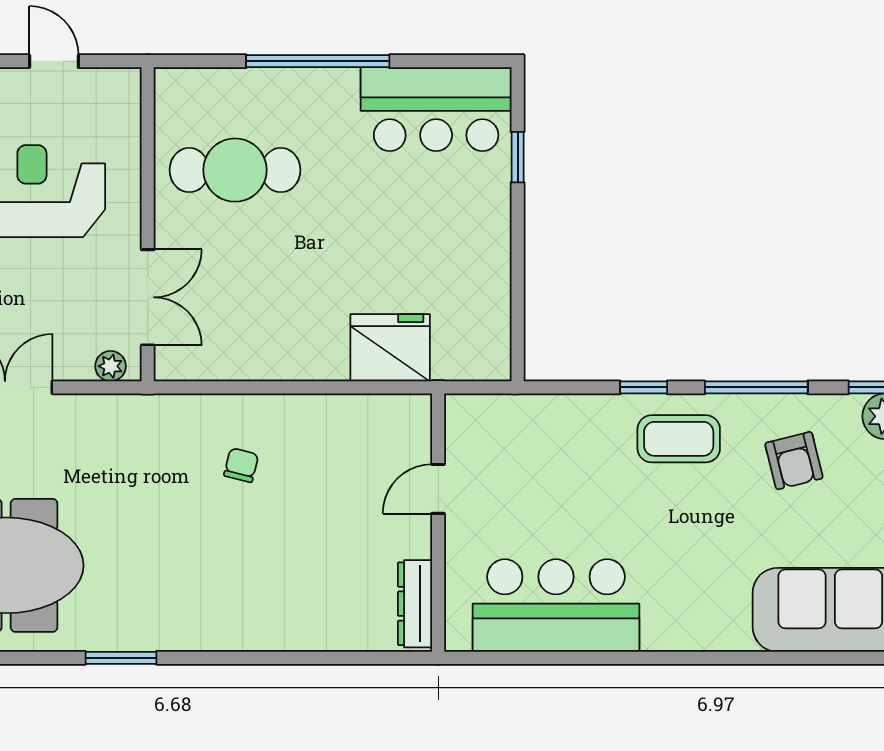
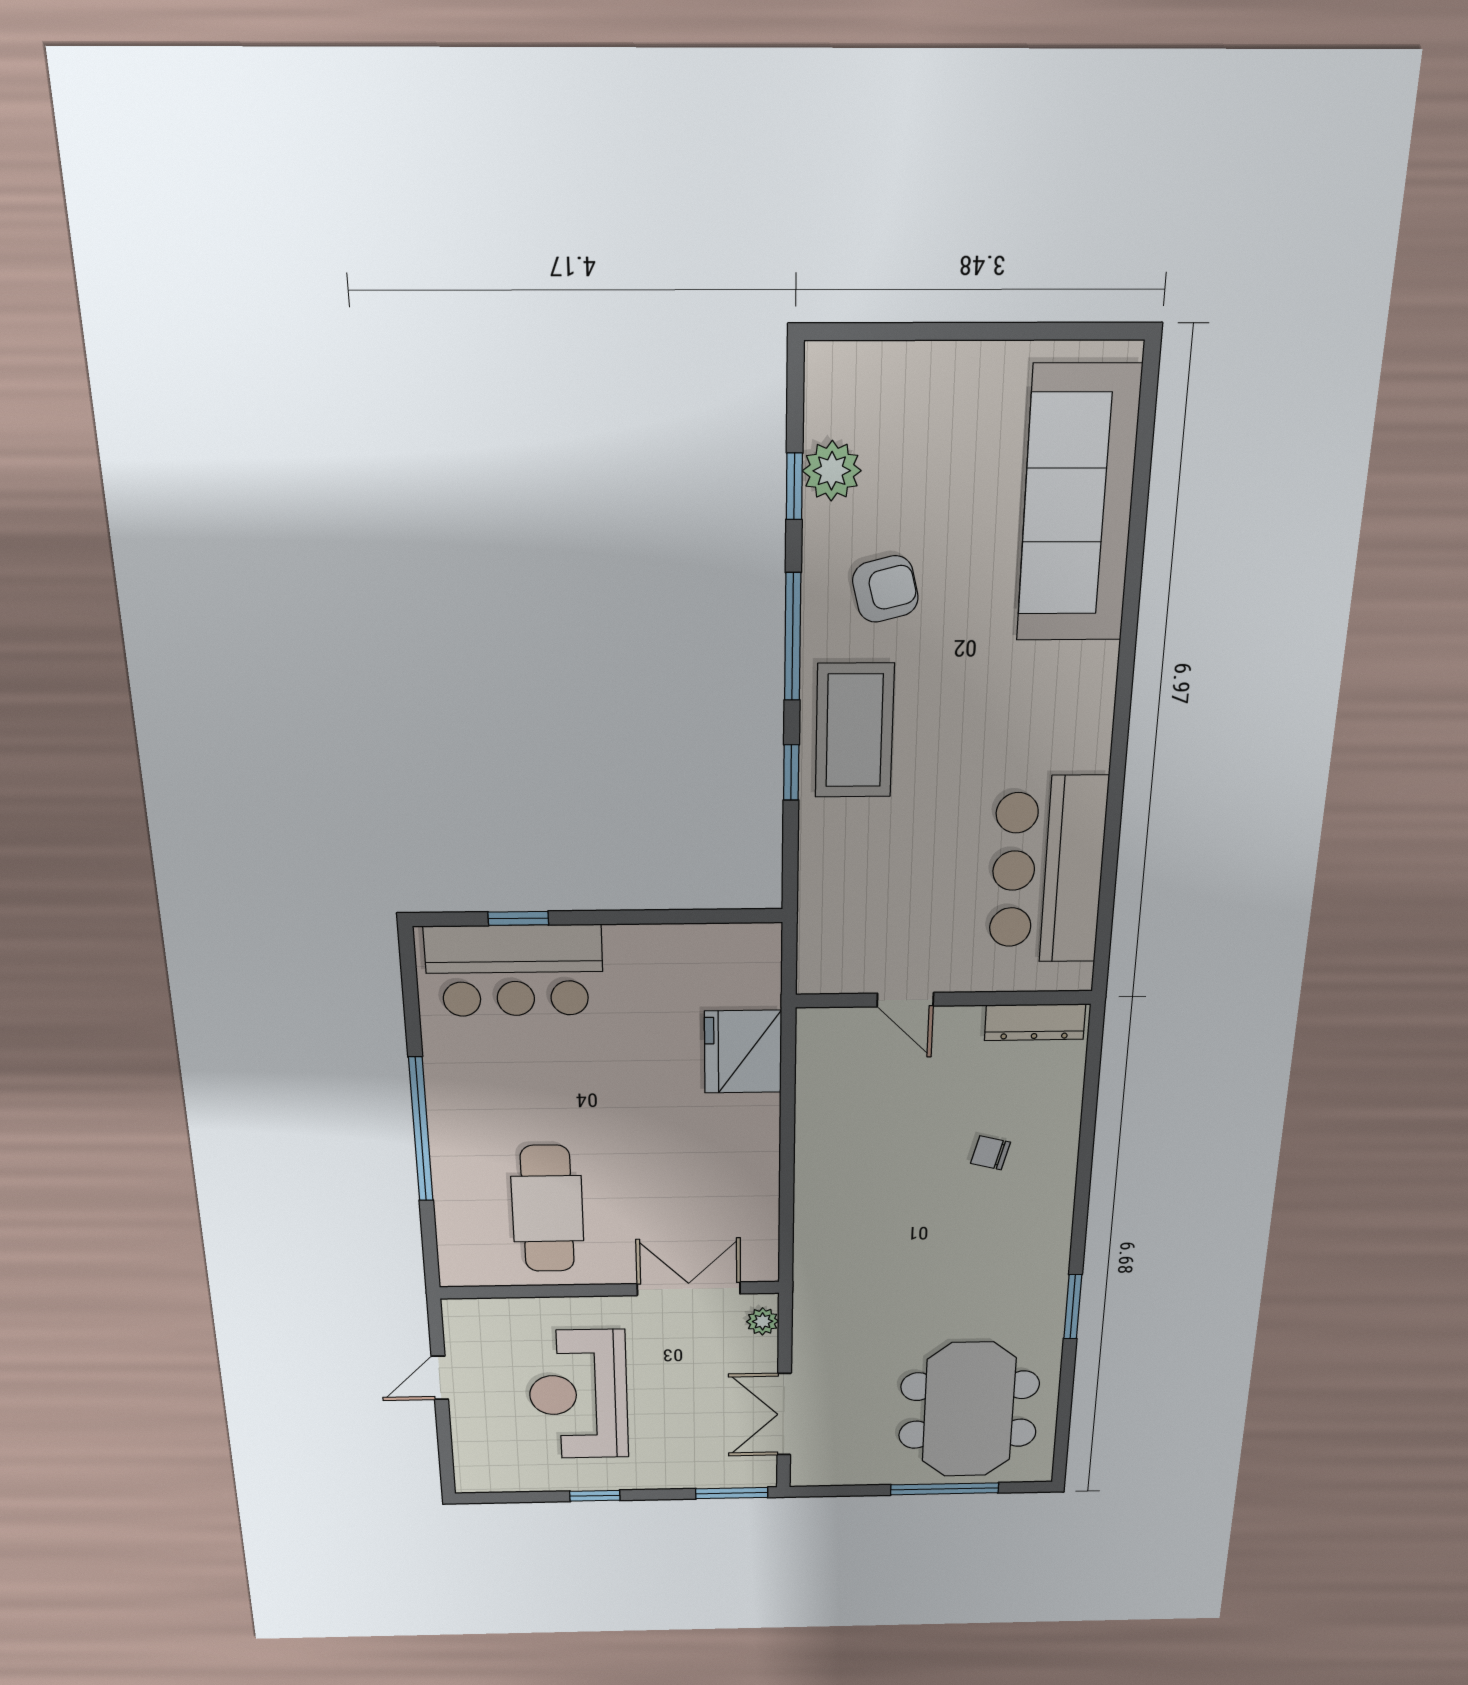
bar counter: (436, 109) -> (514, 971), moved, turned 90
coffee table: (679, 439) -> (854, 731), width x1.36, depth x1.32
chair: (241, 465) -> (991, 1153), moved

